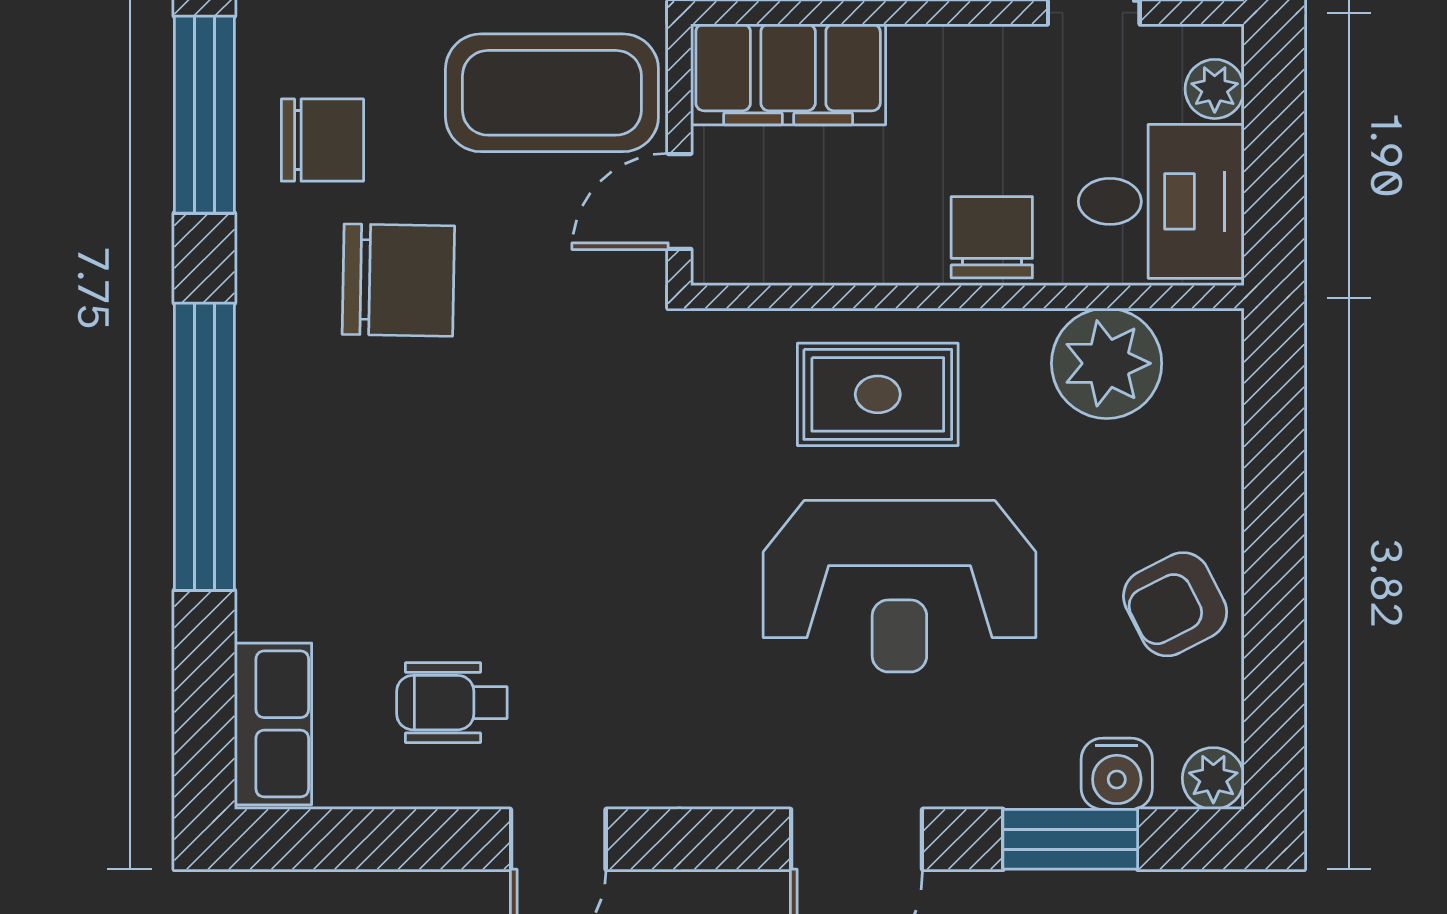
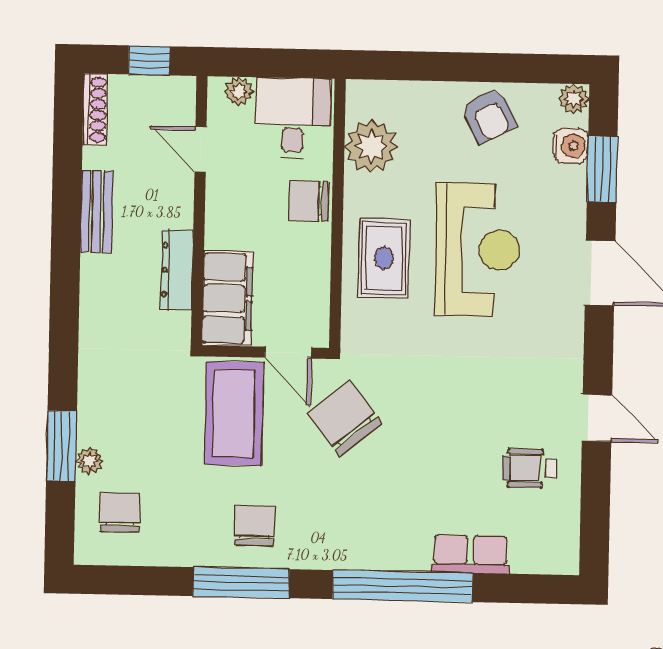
chair: (398, 280) -> (345, 419), moved, turned -40
wheelchair: (452, 703) -> (529, 468), turned 90
row of seats: (273, 724) -> (471, 554), moved

